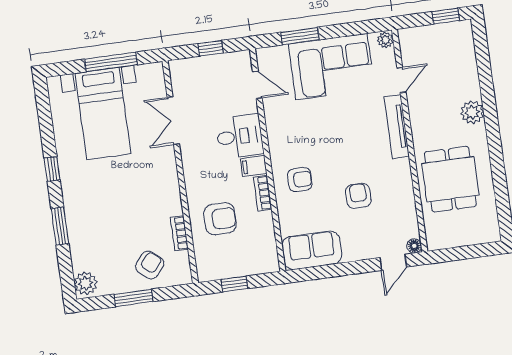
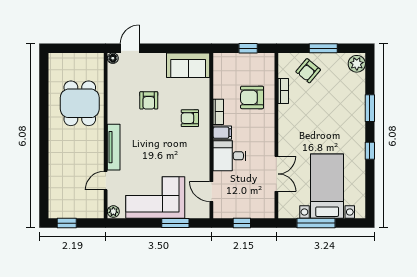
plant: (472, 112) -> (57, 150), removed

